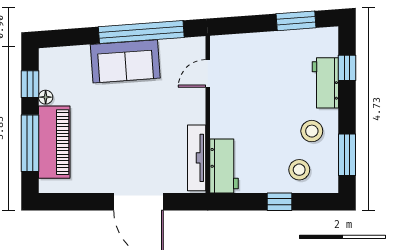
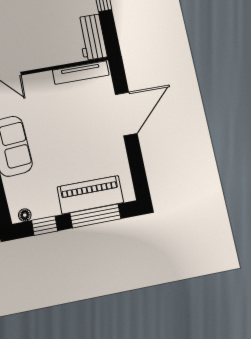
floor lamp: (46, 97) -> (25, 215), moved
workbench: (224, 166) -> (92, 37), moved, turned -90

